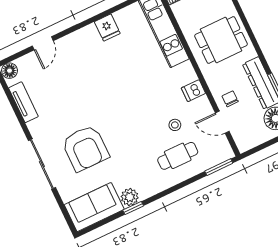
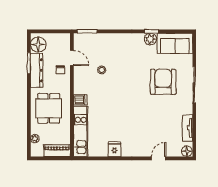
dining table: (221, 40) -> (49, 108), turned 90
dishwasher: (193, 91) -> (80, 100), moved
cafe table: (178, 156) -> (109, 50), removed

